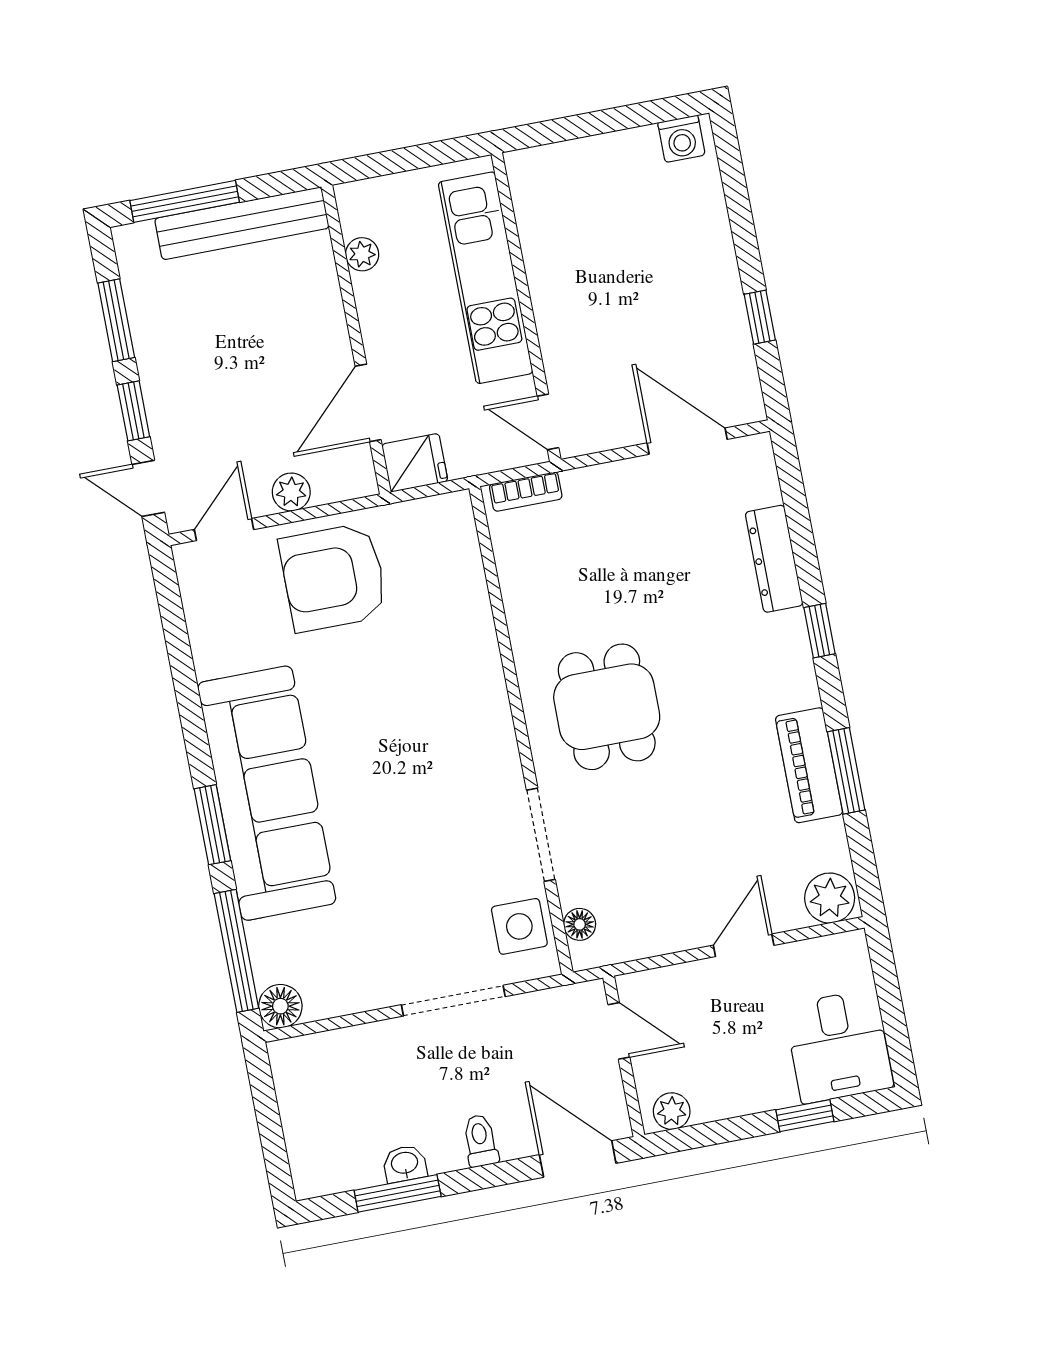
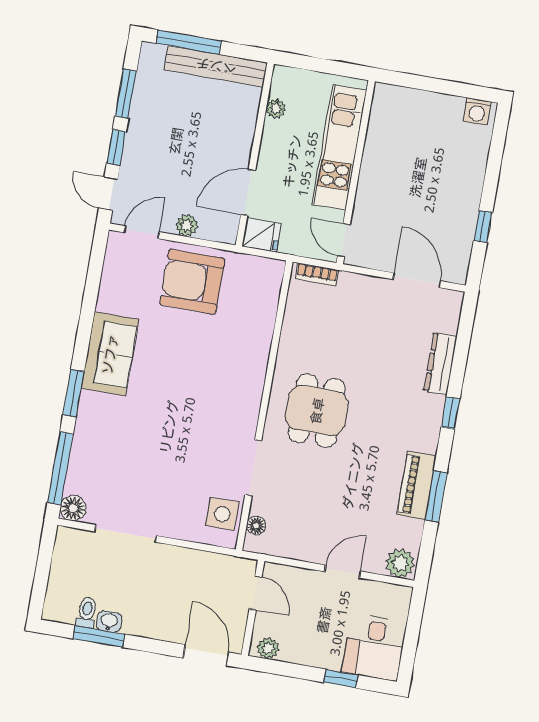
sofa: (267, 793) -> (110, 354), width x0.54, depth x0.79
doorway: (453, 1001) -> (126, 534), moved
toilet: (480, 1141) -> (87, 613), moved

